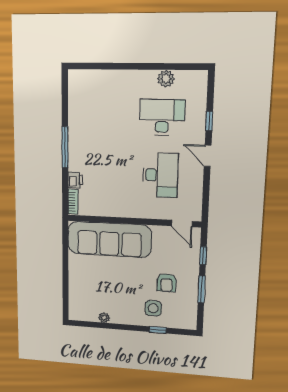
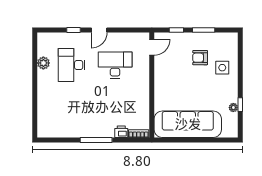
sofa: (109, 239) -> (188, 124), moved, turned -90
armchair: (166, 283) -> (200, 58), turned 180
window: (158, 330) -> (240, 105), moved

